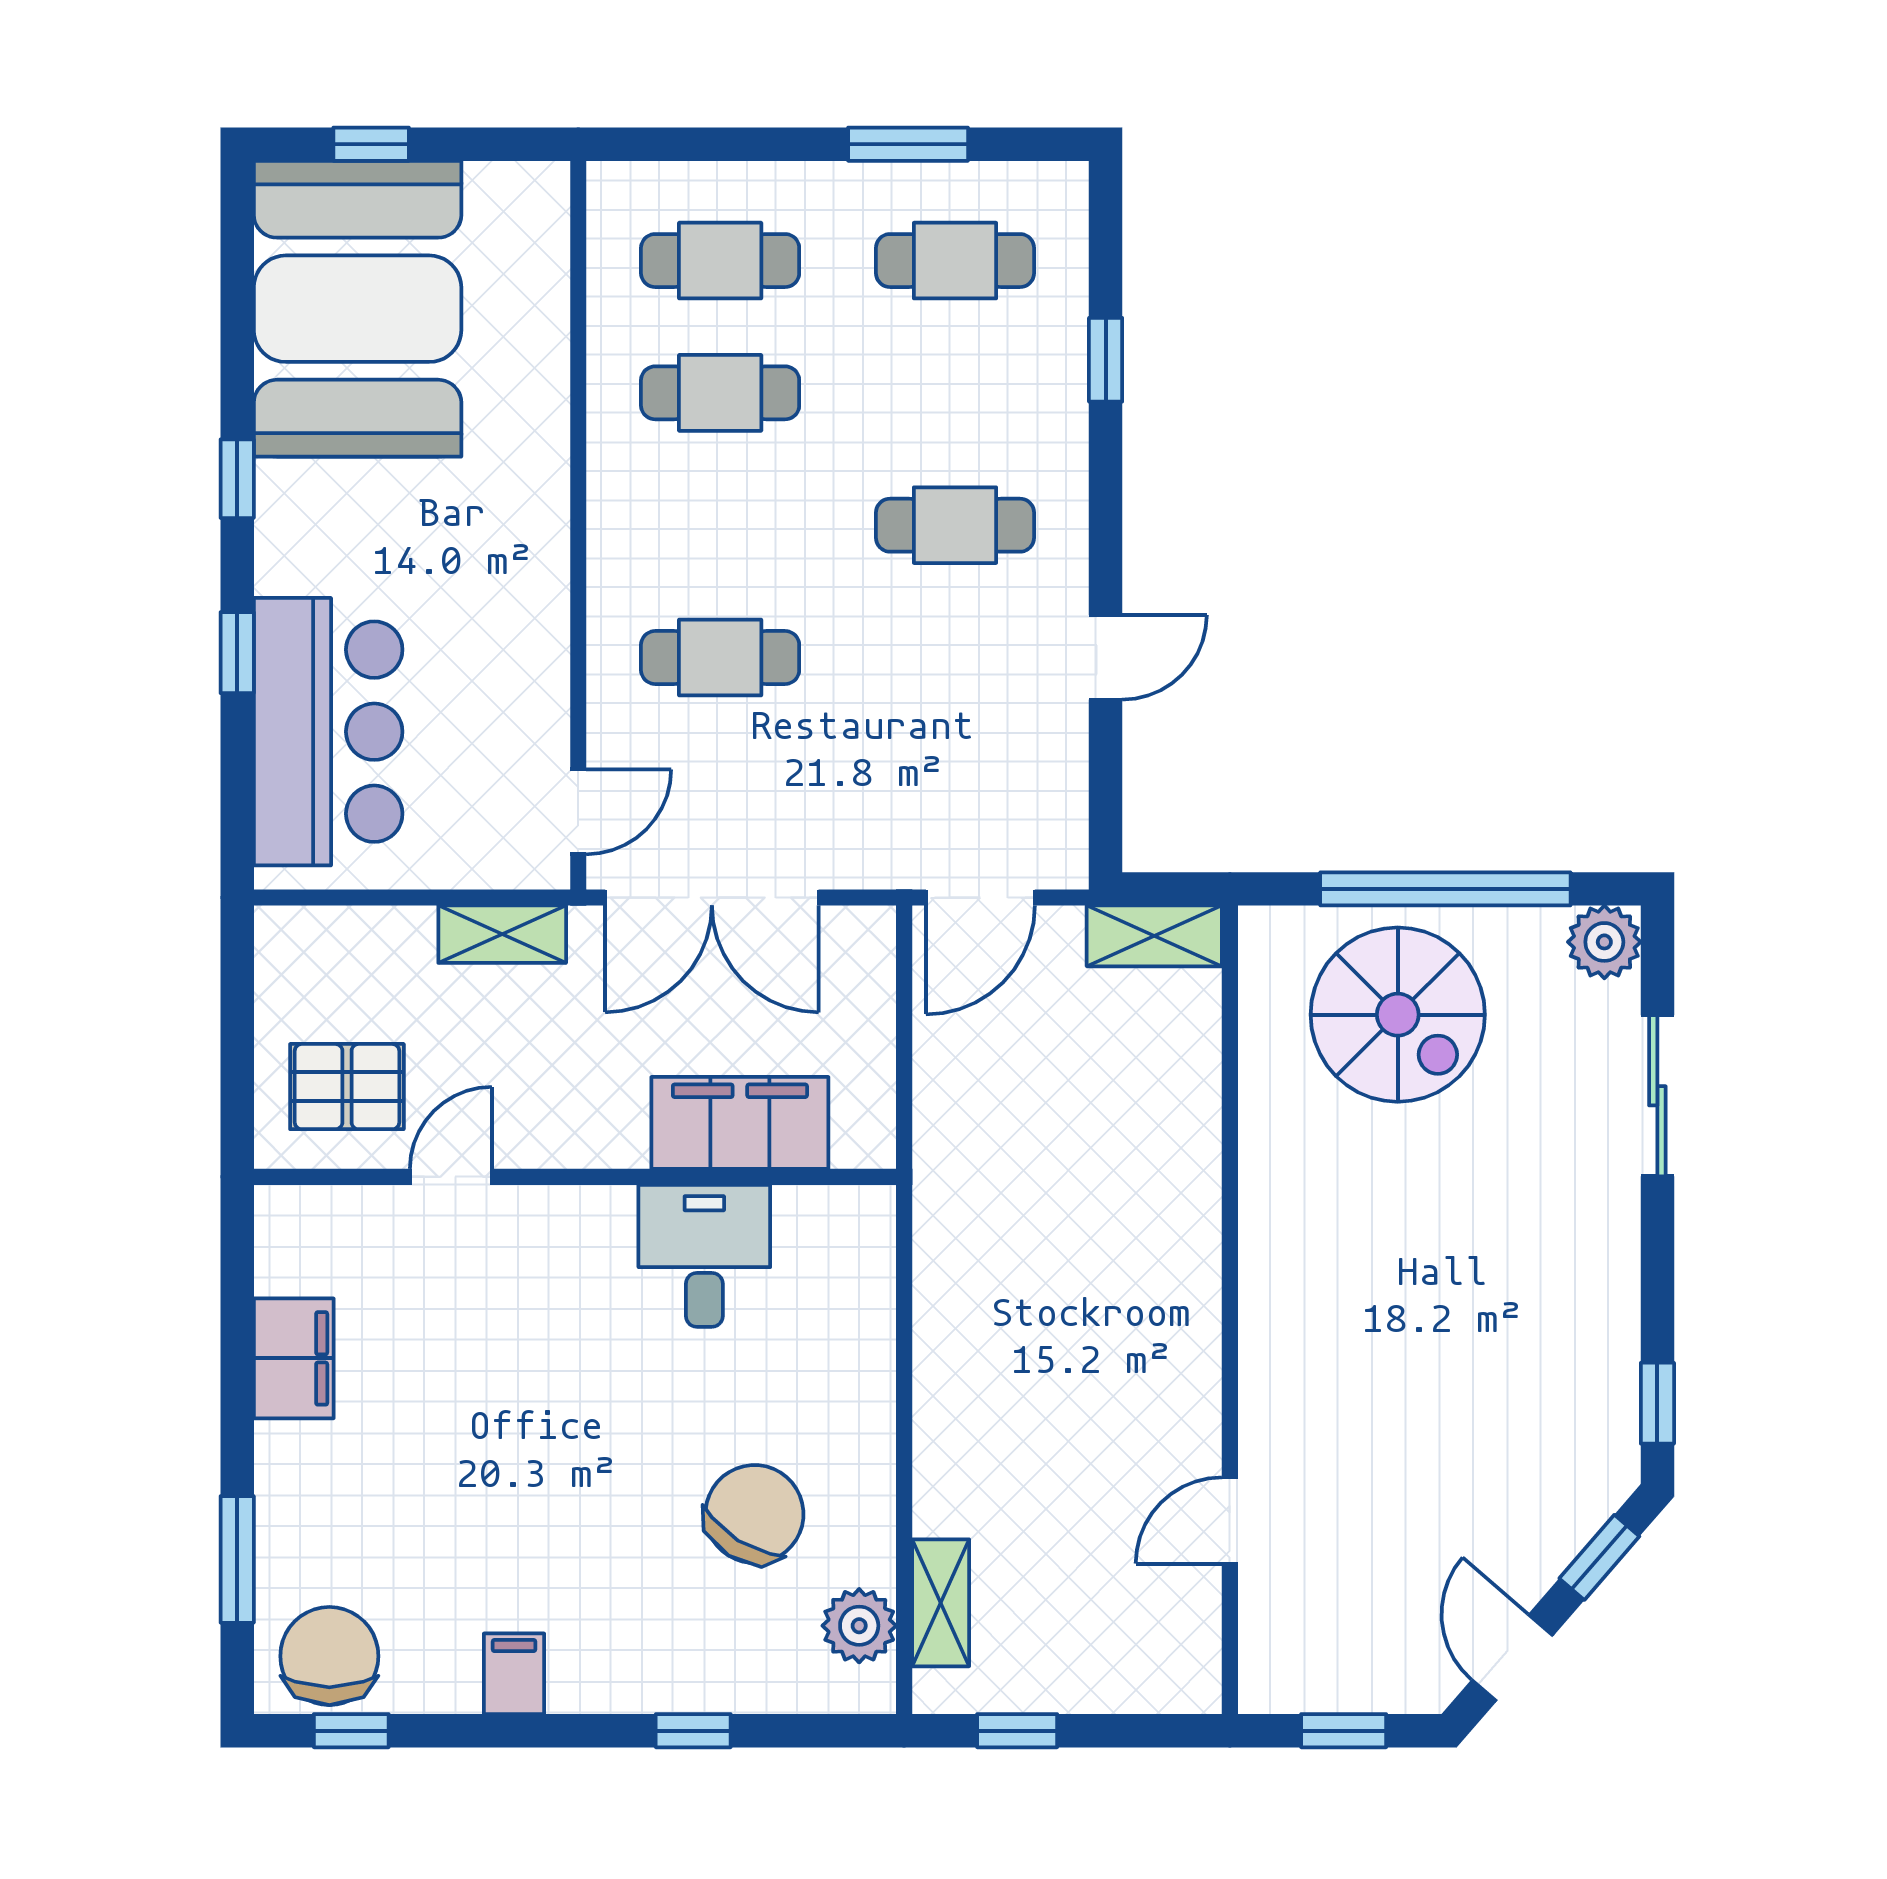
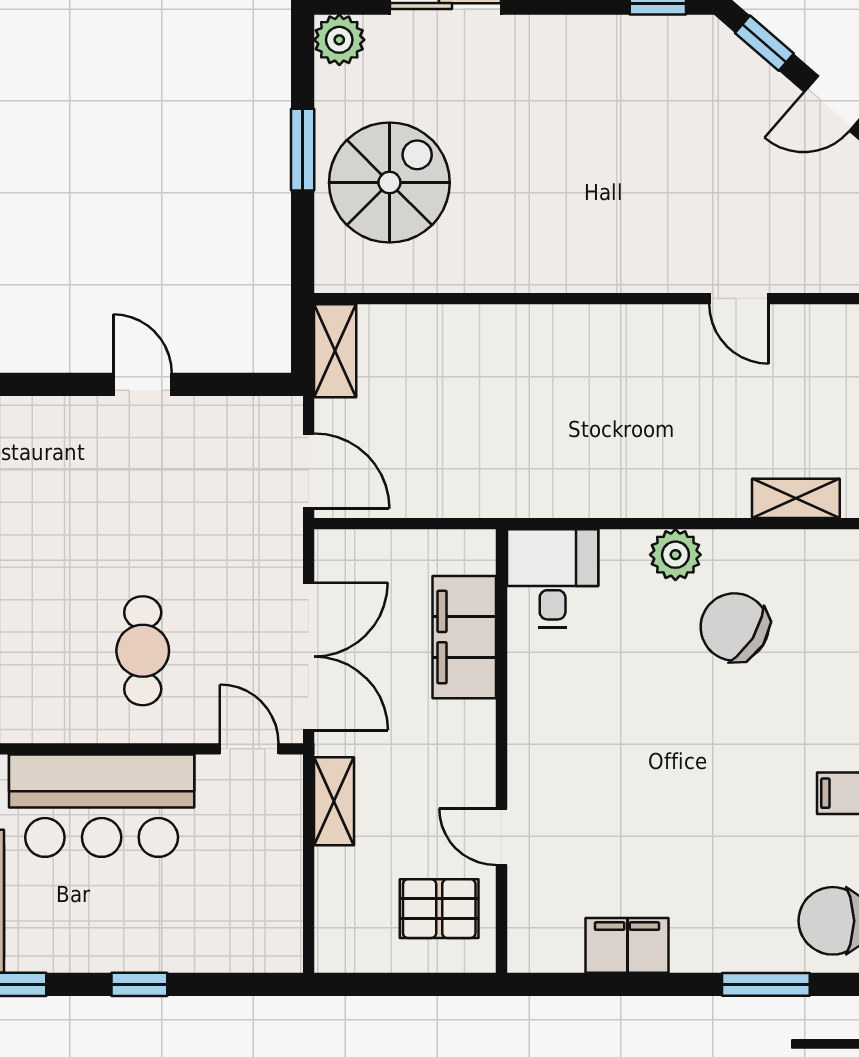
cafe table: (955, 525) -> (51, 488), removed
bar counter: (328, 732) -> (102, 806), moved, turned 180
window: (1445, 889) -> (303, 150), width x0.47
pallet: (347, 1087) -> (439, 909), turned 90
desk: (704, 1256) -> (553, 578), moved, turned 90
plant: (859, 1626) -> (675, 555), moved

